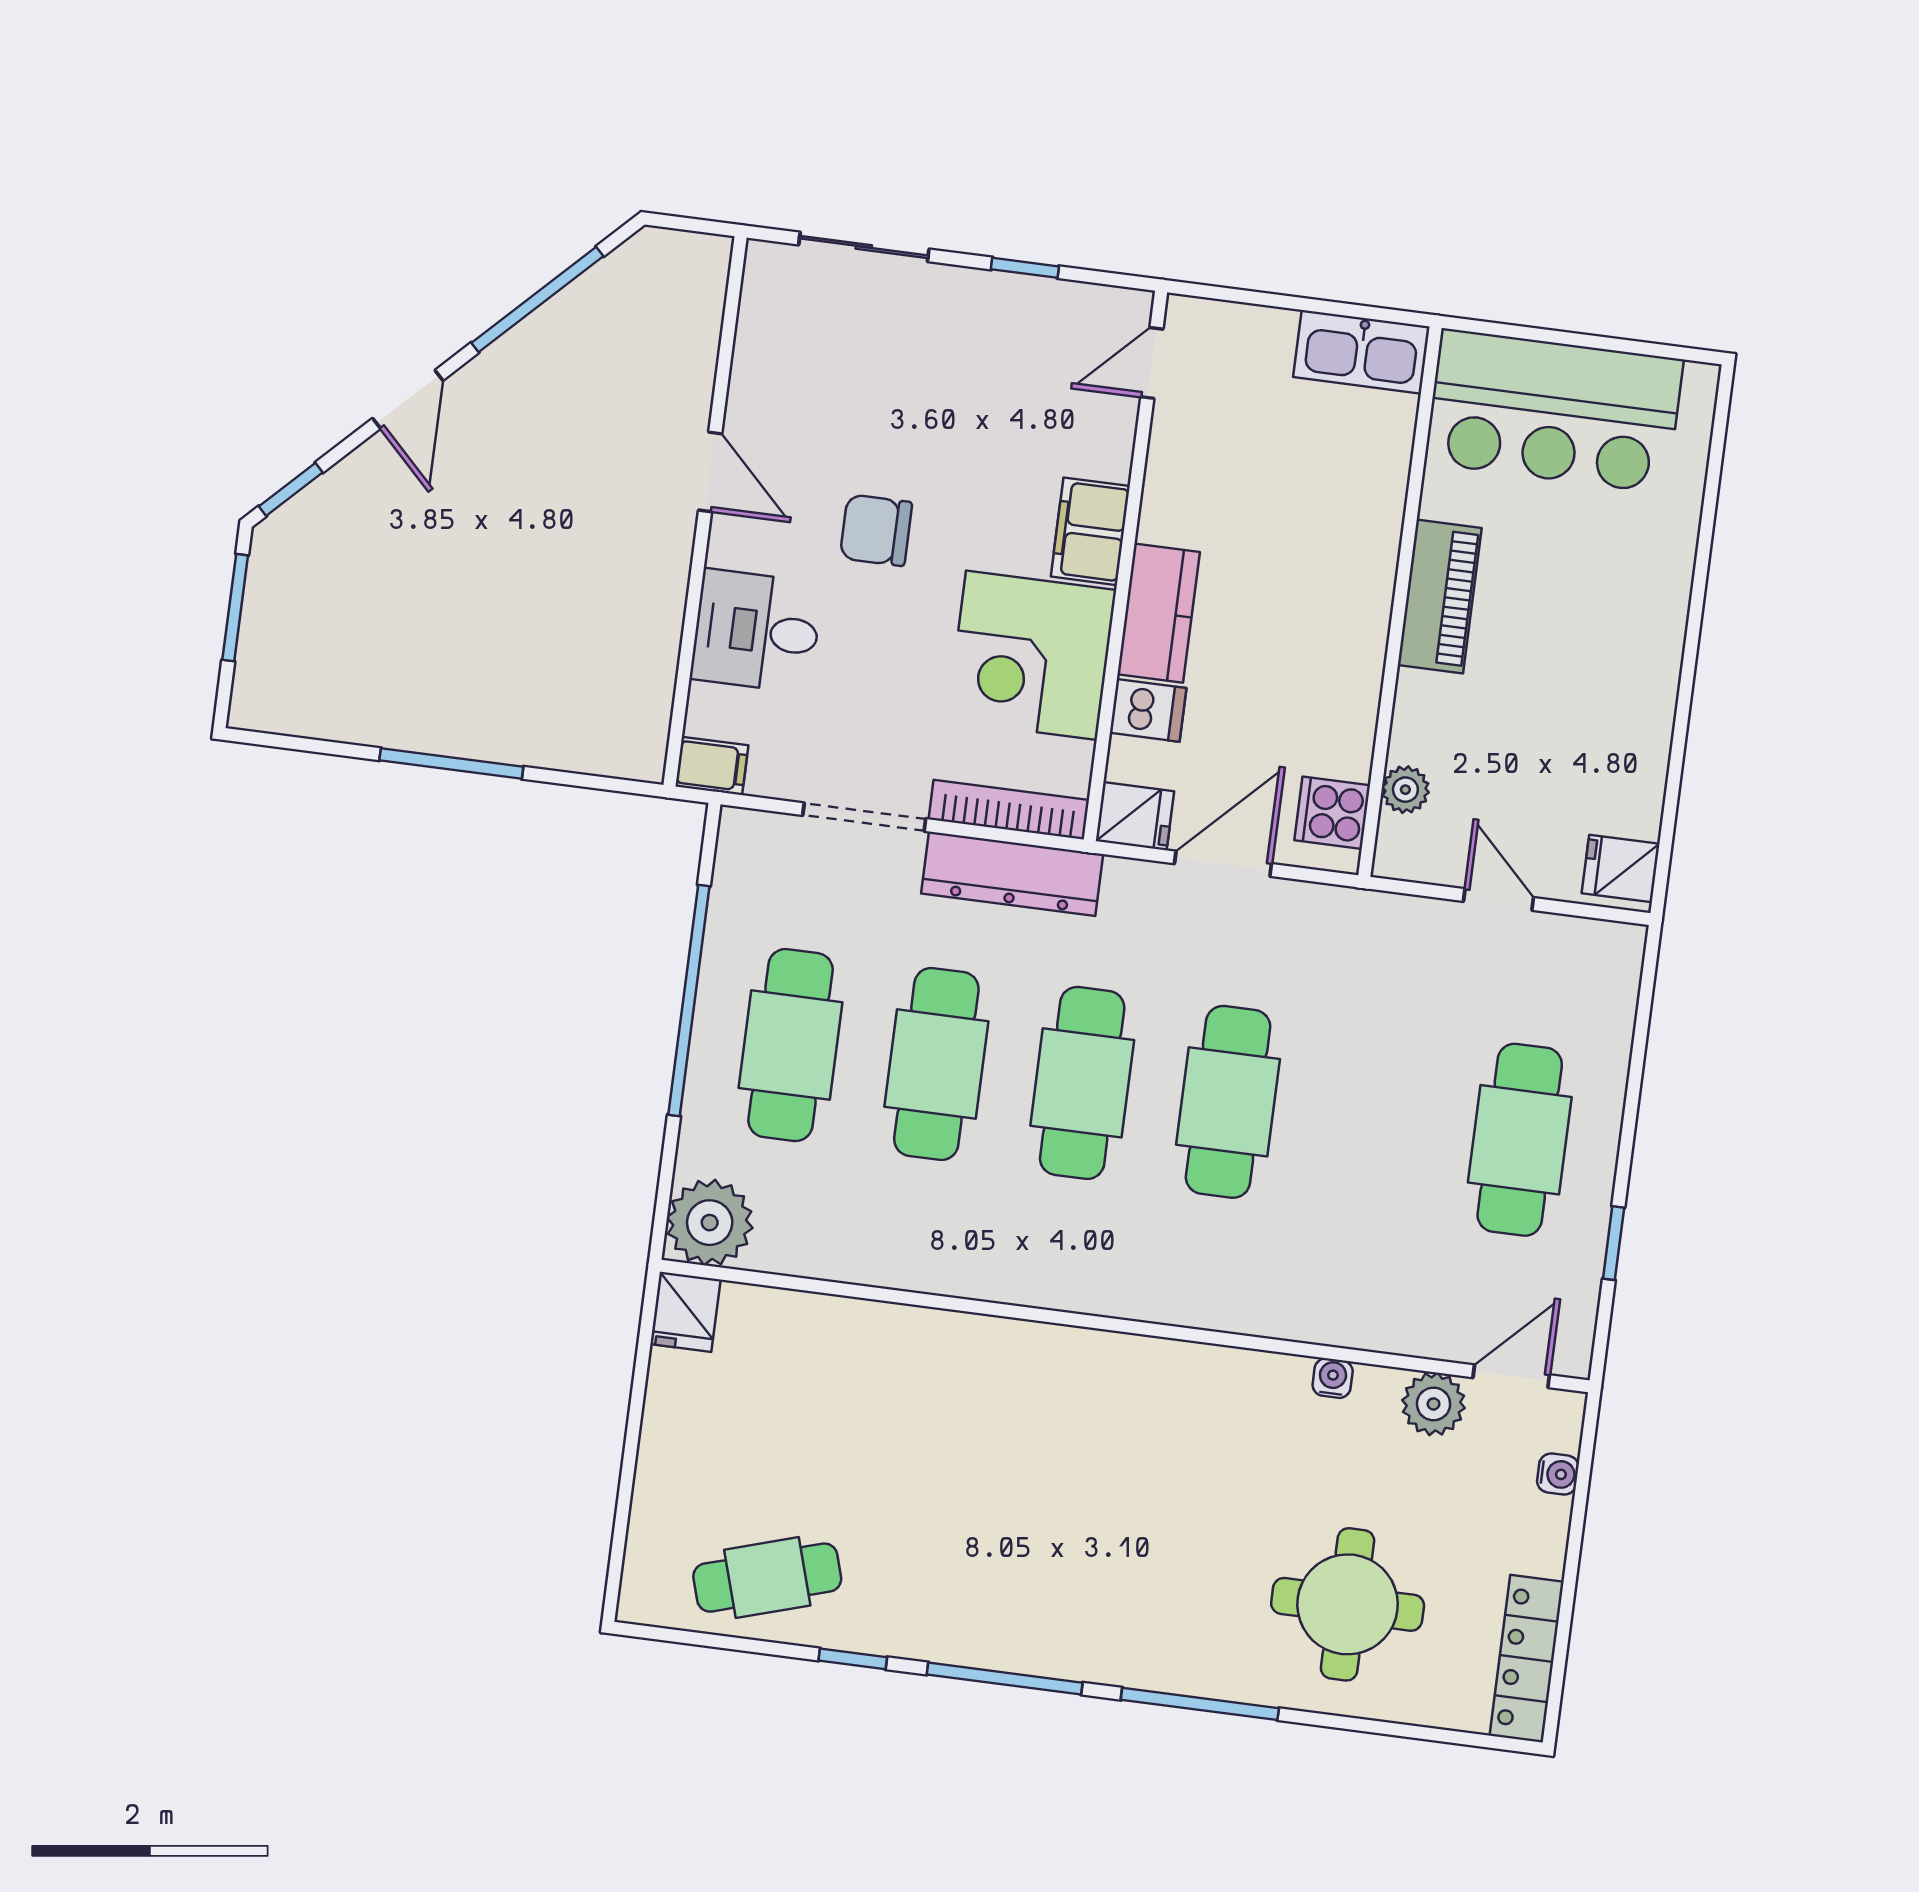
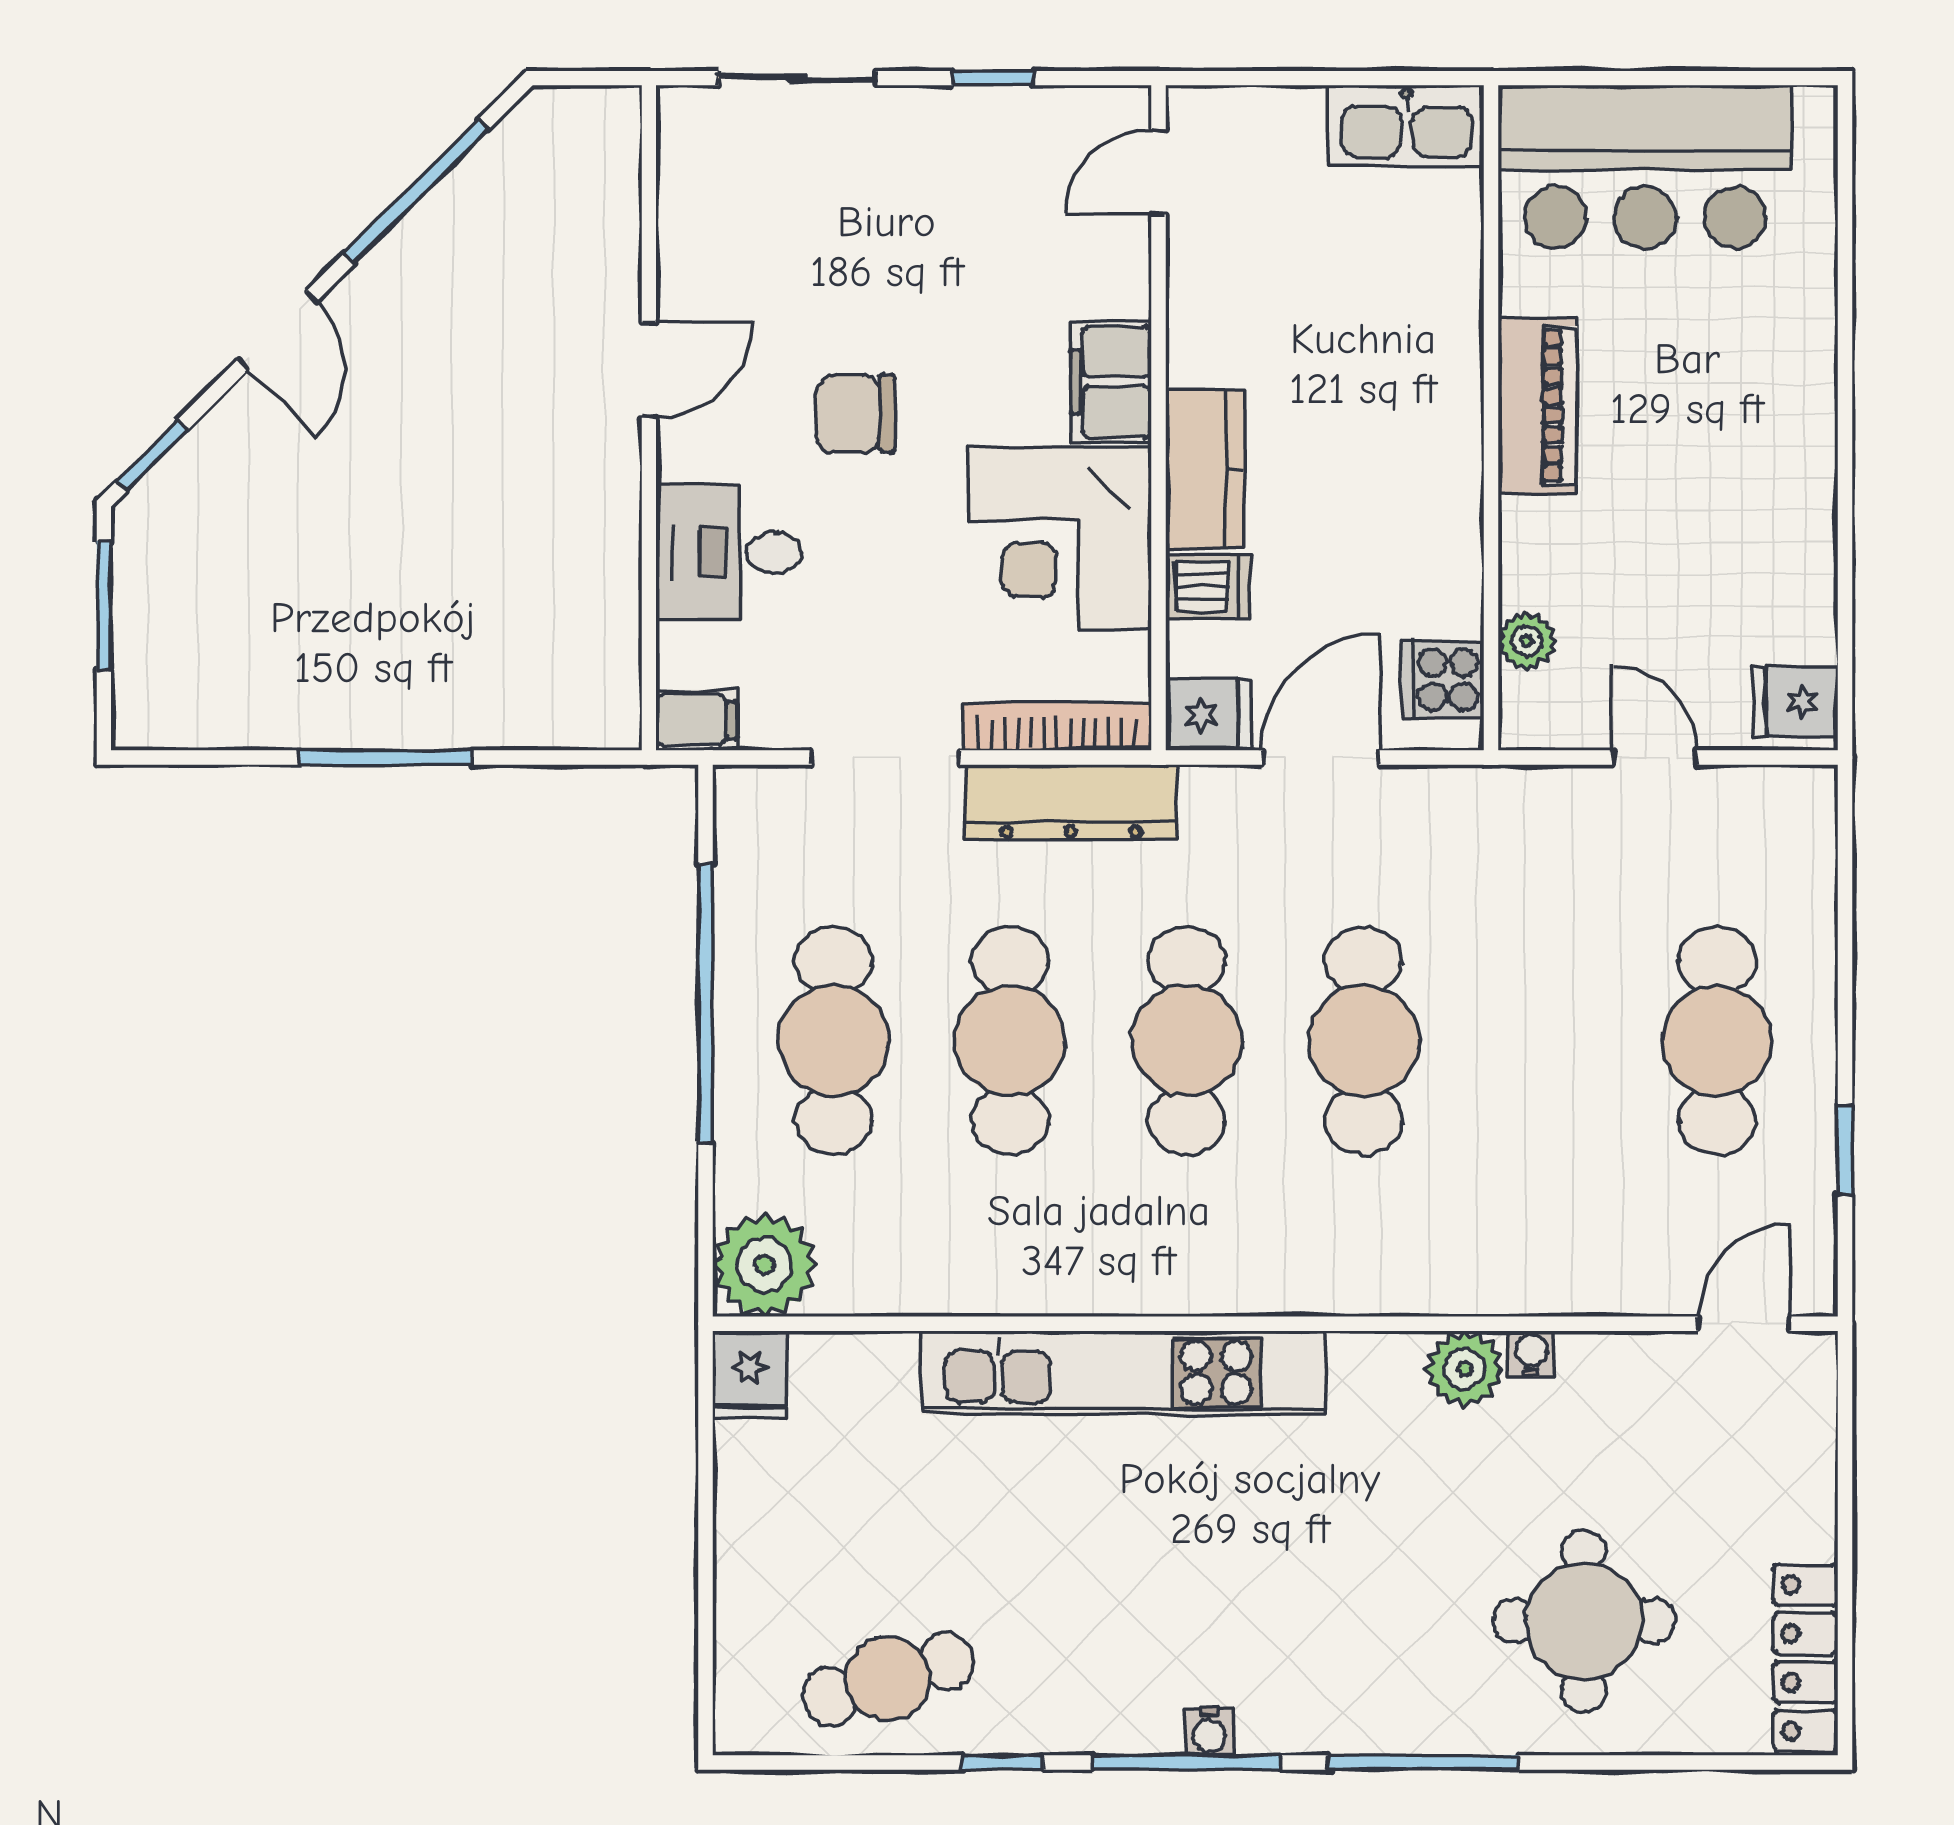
door: (710, 472) -> (649, 370), hinge flipped
kitchen unit: (994, 1350) -> (1123, 1373), added
plant: (1434, 1404) -> (1464, 1369), moved
water cooler: (1558, 1474) -> (1209, 1732), moved, turned 90

